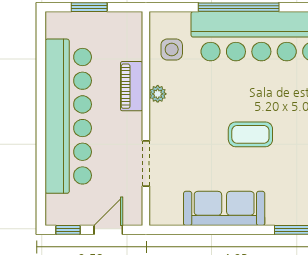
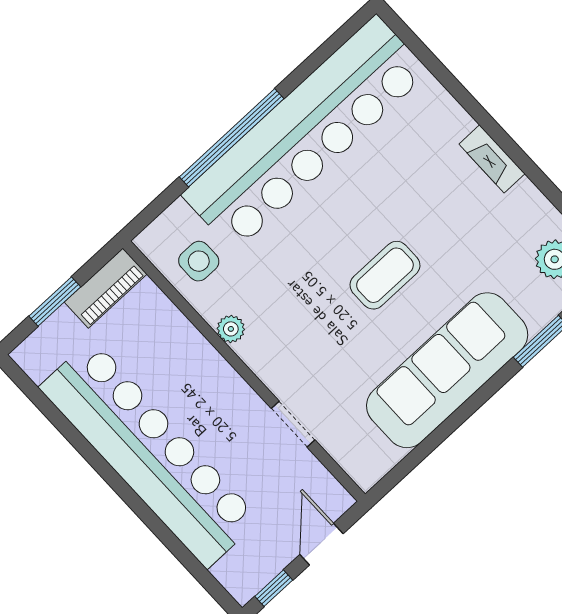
piano: (132, 86) -> (106, 288), moved, turned -90
doorway: (146, 163) -> (293, 424), width x0.73
sofa: (224, 208) -> (447, 370), width x1.36, depth x1.27

